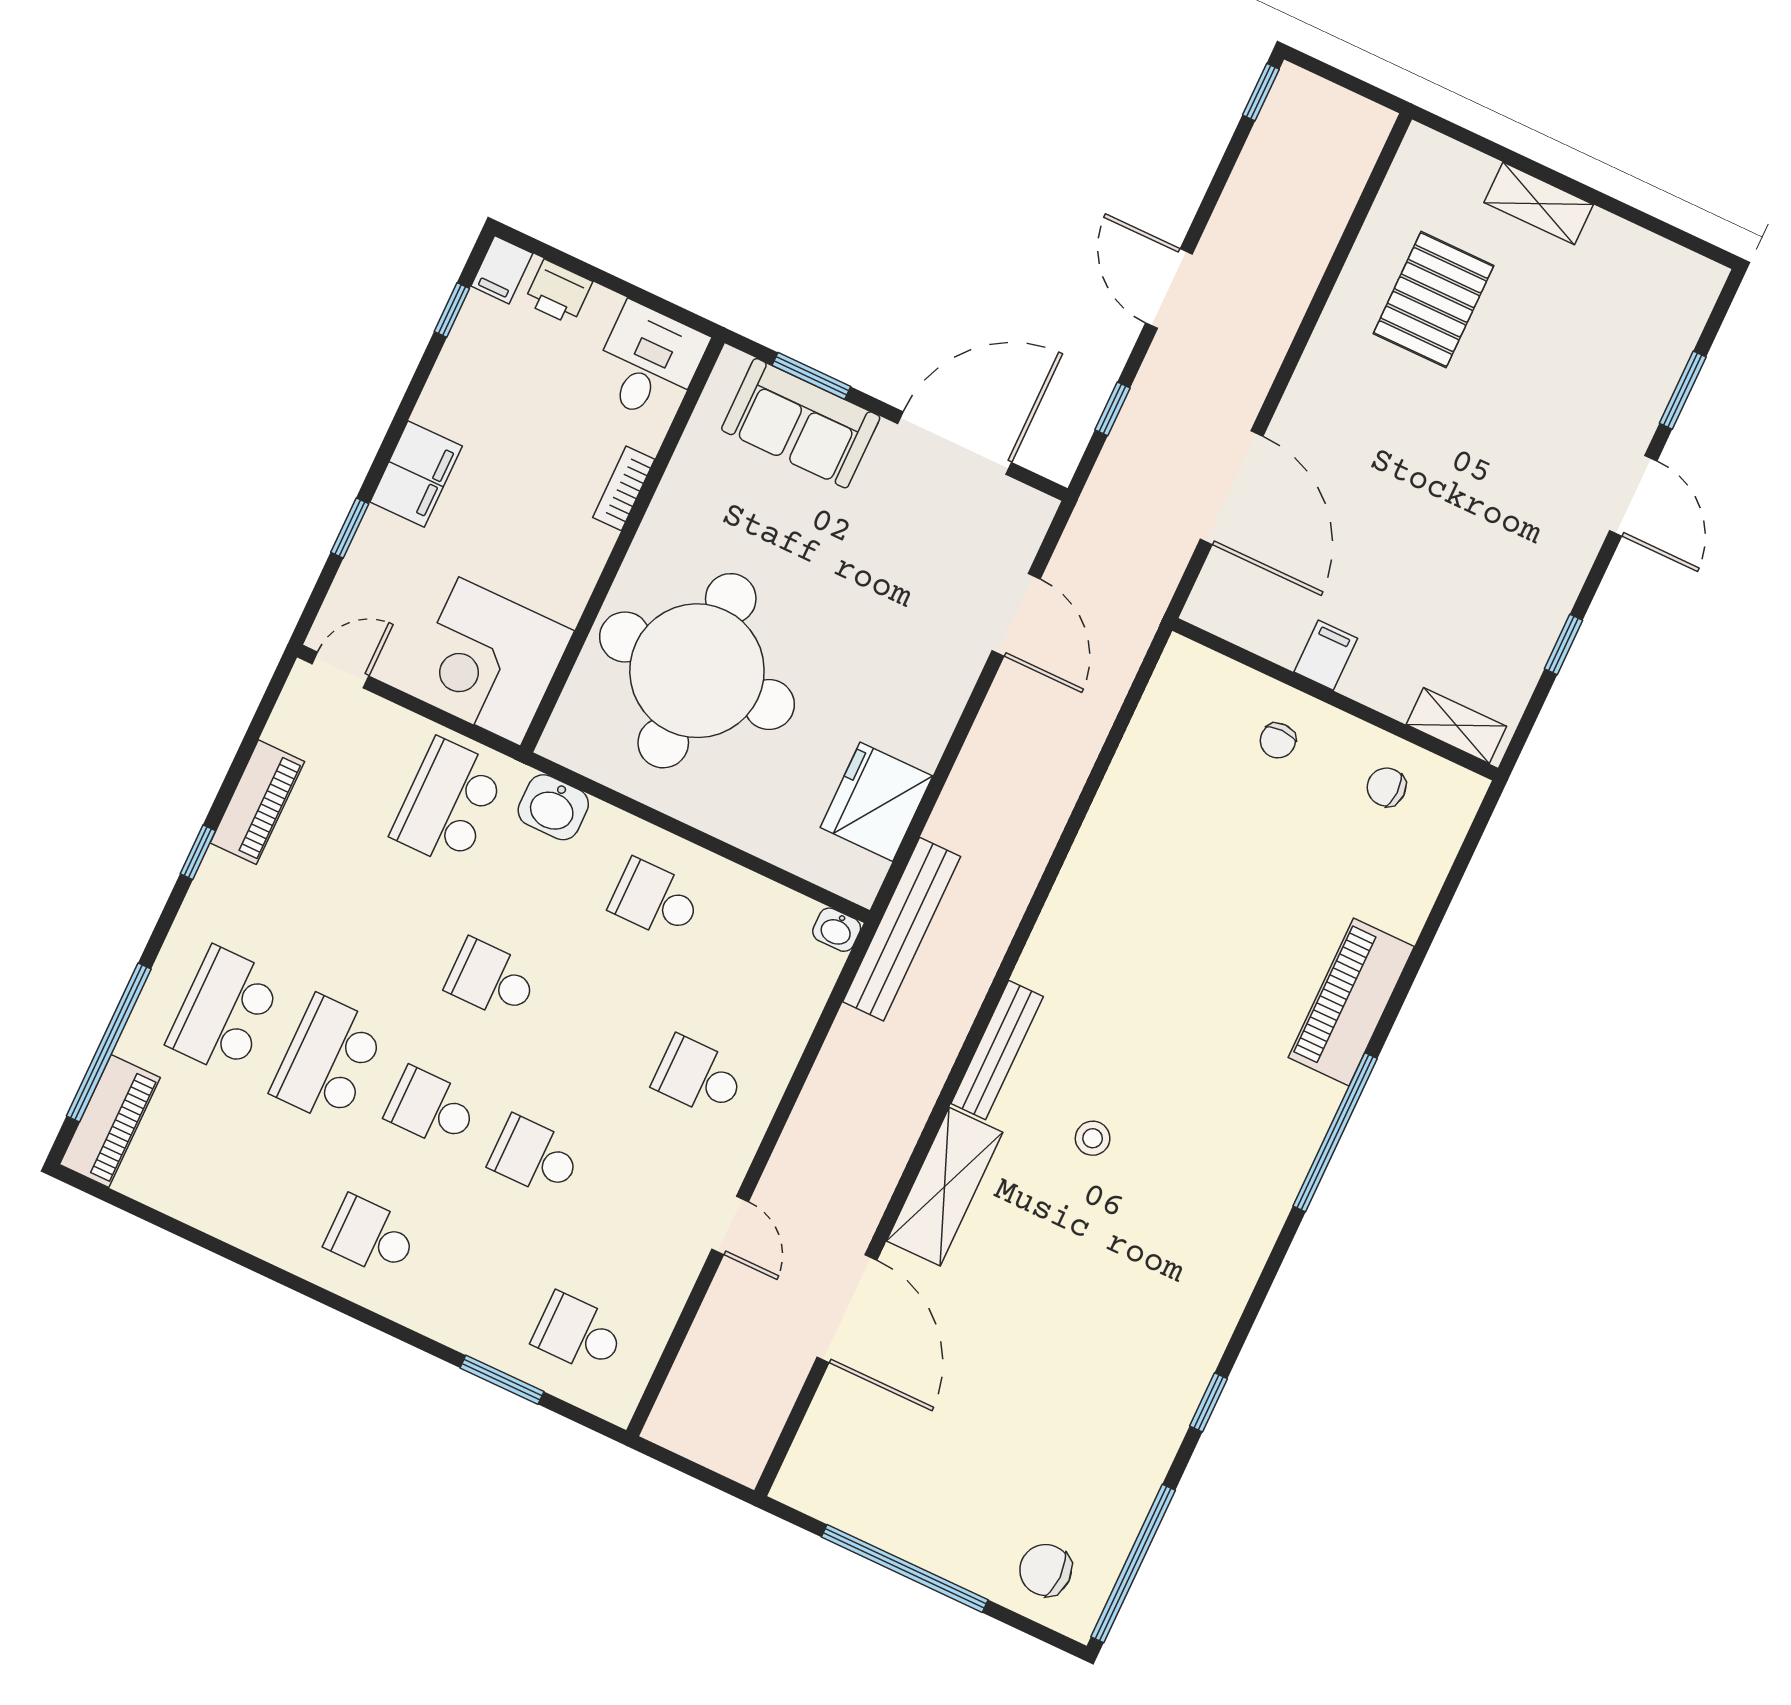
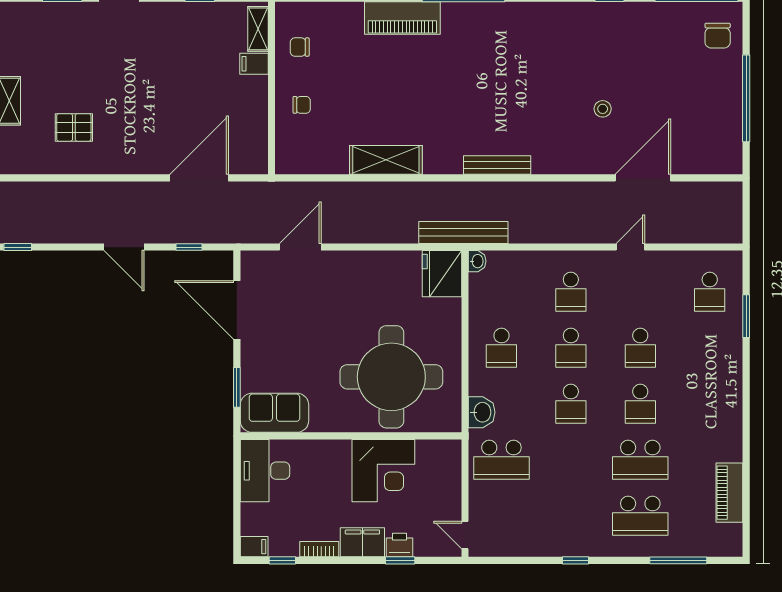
door: (1169, 289) -> (124, 247), hinge flipped
printer: (558, 292) -> (399, 545), moved, turned -90
pallet: (1434, 300) -> (74, 127), width x0.67, depth x0.71
desk: (649, 363) -> (265, 471), width x1.37
sofa: (801, 423) -> (274, 413), moved, turned -90
bookcase: (624, 488) -> (319, 549), moved, turned 180
filing cabinet: (1326, 655) -> (254, 64), moved
corner desk: (490, 661) -> (383, 471), moved
chair: (1386, 787) -> (300, 47), turned 89
piano: (257, 802) -> (541, 544), removed
fridge: (876, 802) -> (442, 274), moved, turned 90
window: (109, 1043) -> (678, 560), width x0.68
piano: (110, 1121) -> (729, 493), moved, turned -90
stool: (1093, 1138) -> (603, 109), moved
shelving: (945, 1187) -> (386, 160), moved
school desk: (371, 1236) -> (571, 348), moved

